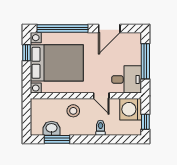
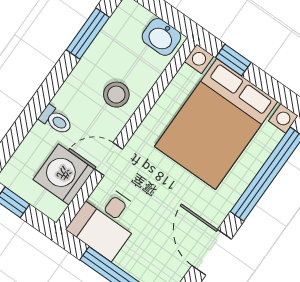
window: (27, 53) -> (233, 60), moved
washing machine: (131, 109) -> (64, 174), moved, turned -90
washbasin: (52, 128) -> (161, 37), moved, turned 90

